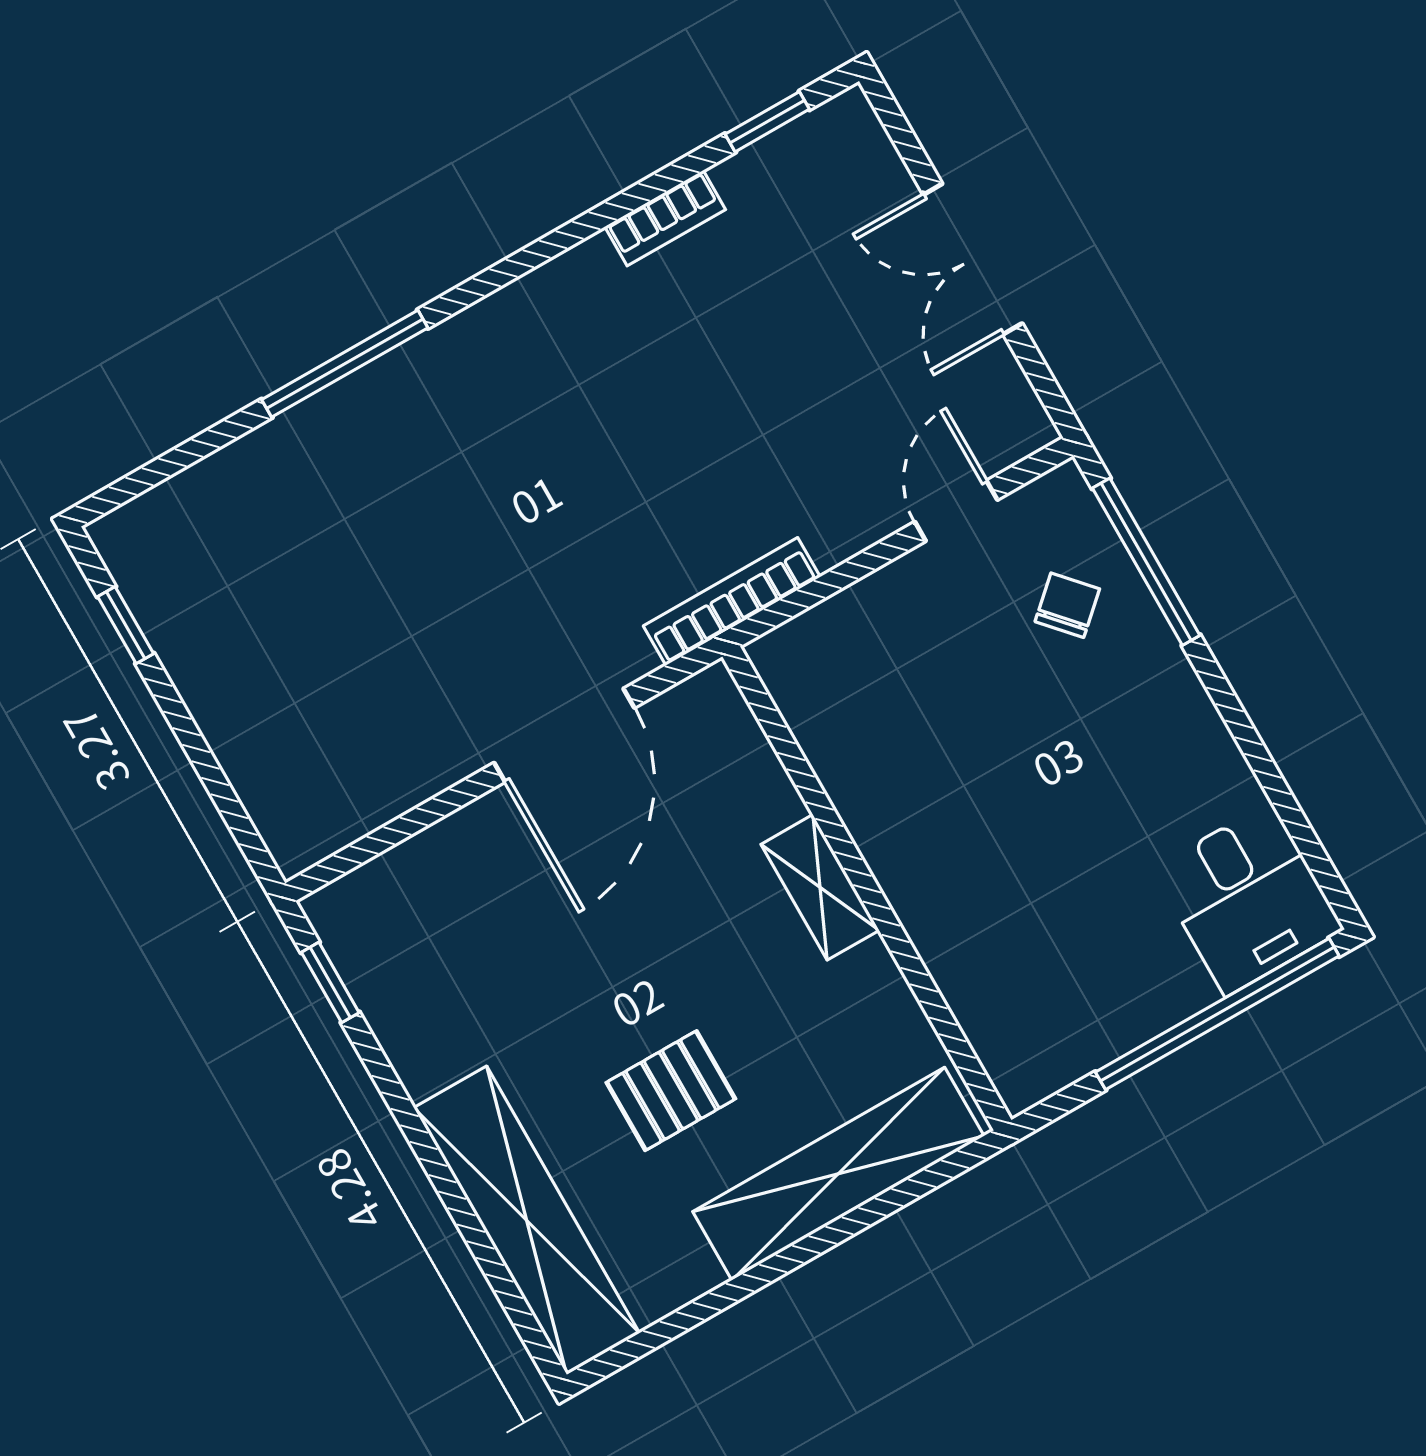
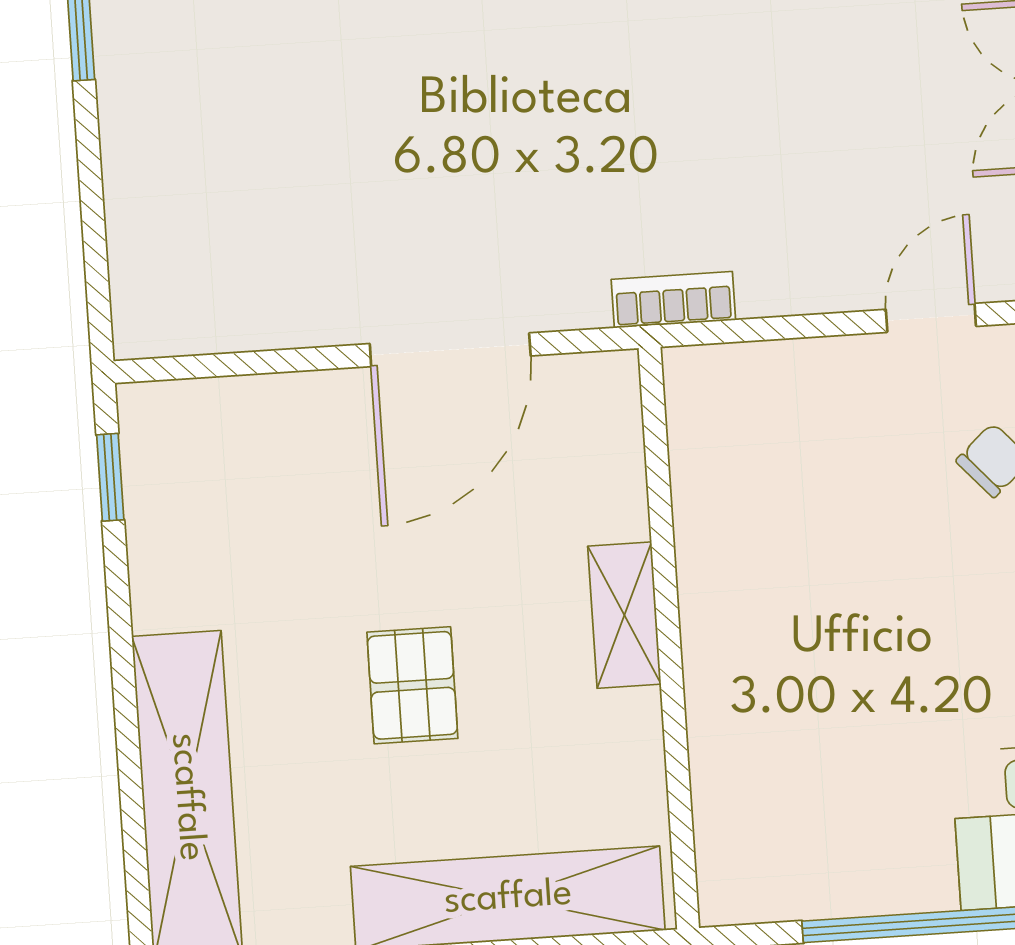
bookcase: (732, 601) -> (673, 300), width x0.64
pallet: (671, 1091) -> (412, 685), moved, turned 90

